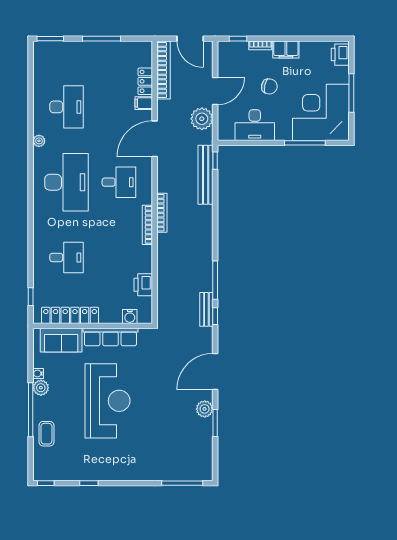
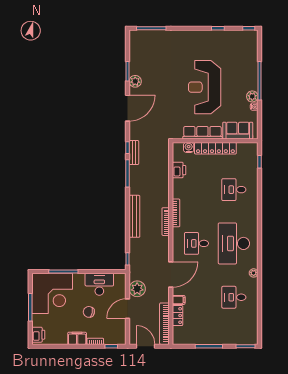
desk: (67, 107) -> (234, 297), width x0.73
bench: (206, 175) -> (134, 216), moved
locker: (70, 315) -> (215, 148), moved
coffee table: (46, 434) -> (248, 64), removed

